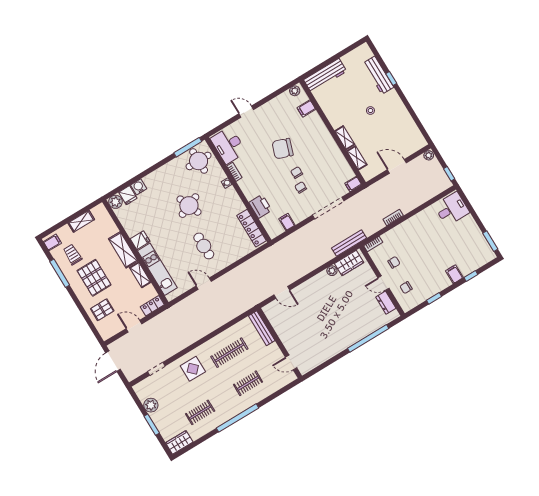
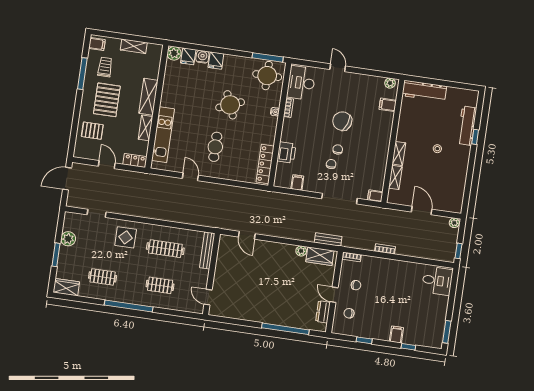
fridge: (140, 240) -> (216, 61), moved, turned 90
bench: (349, 243) -> (328, 239), width x0.73

